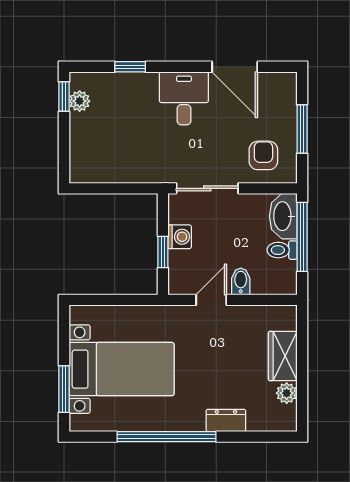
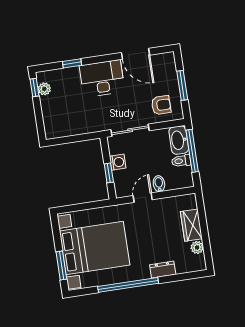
desk: (184, 98) -> (102, 78), width x1.37
armchair: (263, 155) -> (161, 105), turned 90
bed with nightstands: (122, 369) -> (95, 248), width x1.36

